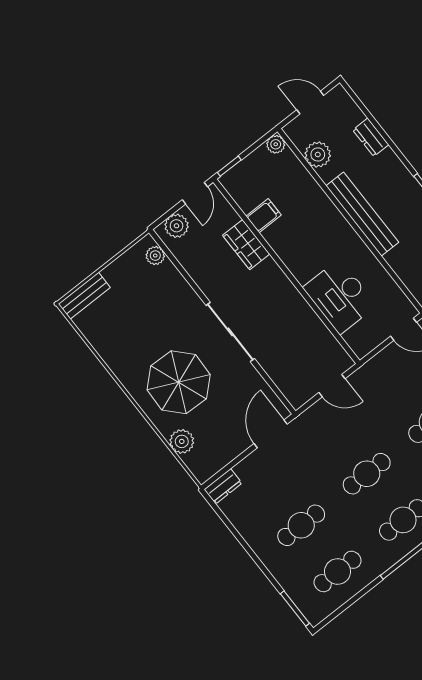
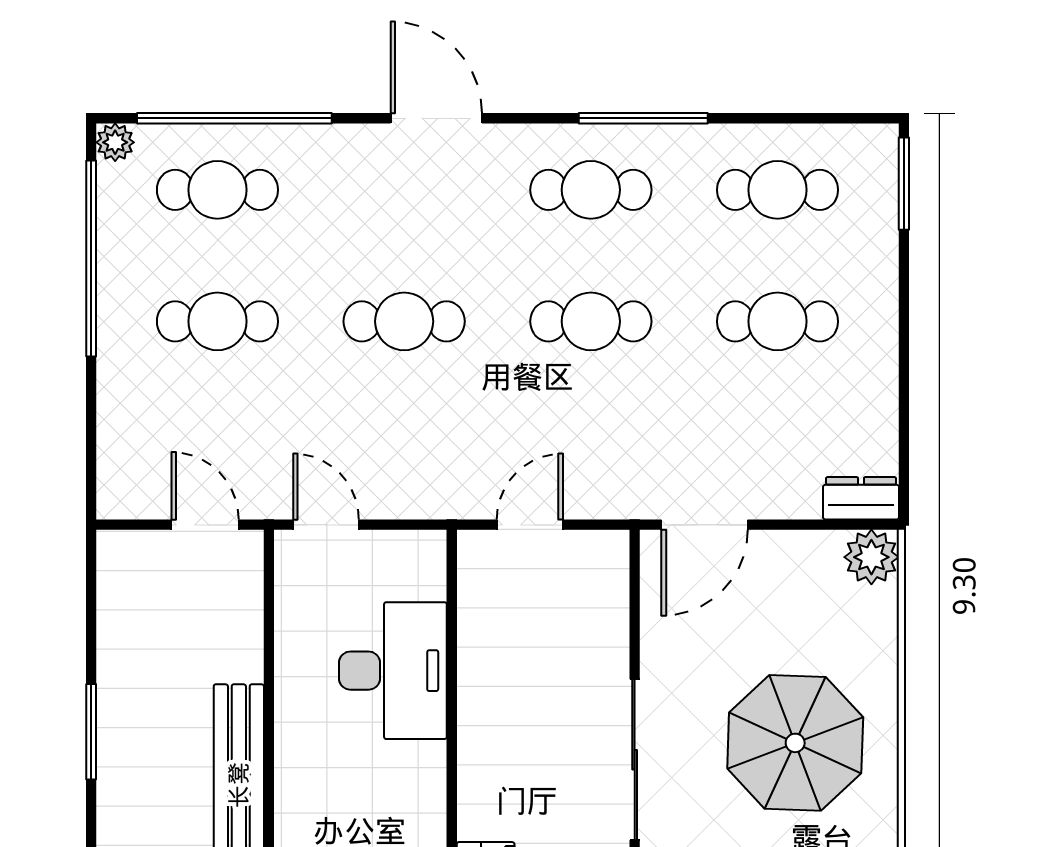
door: (332, 386) -> (530, 525), hinge flipped
plant: (182, 441) -> (871, 557), moved

